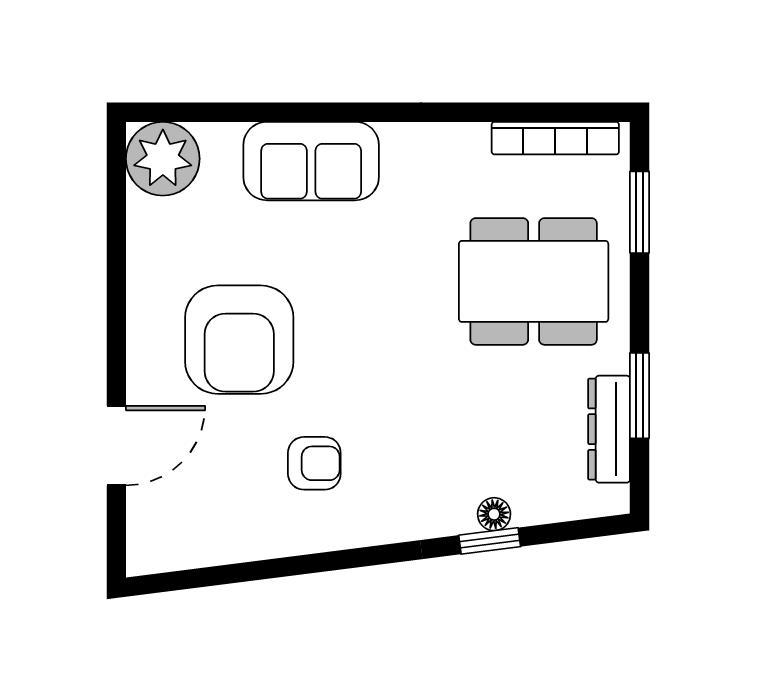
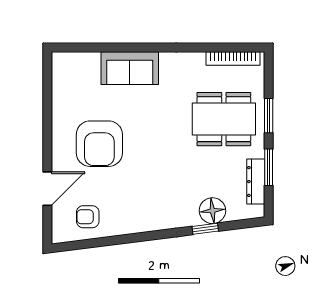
plant: (163, 159) -> (67, 67), removed
window: (640, 212) -> (269, 116), moved
armchair: (314, 463) -> (88, 217), moved, turned 180
floor lamp: (494, 514) -> (212, 211), width x1.89, depth x1.89

